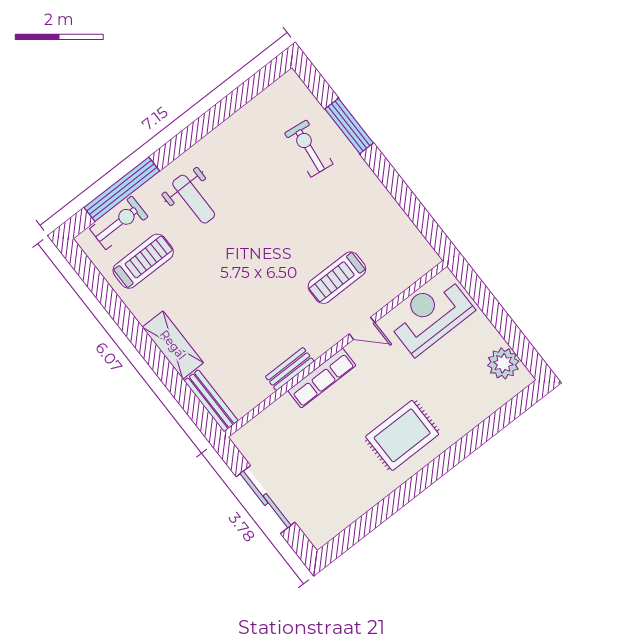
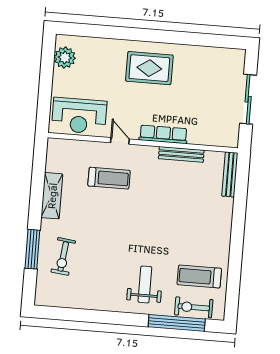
shelving: (173, 345) -> (52, 196), moved
bench: (290, 369) -> (181, 154), width x1.36

